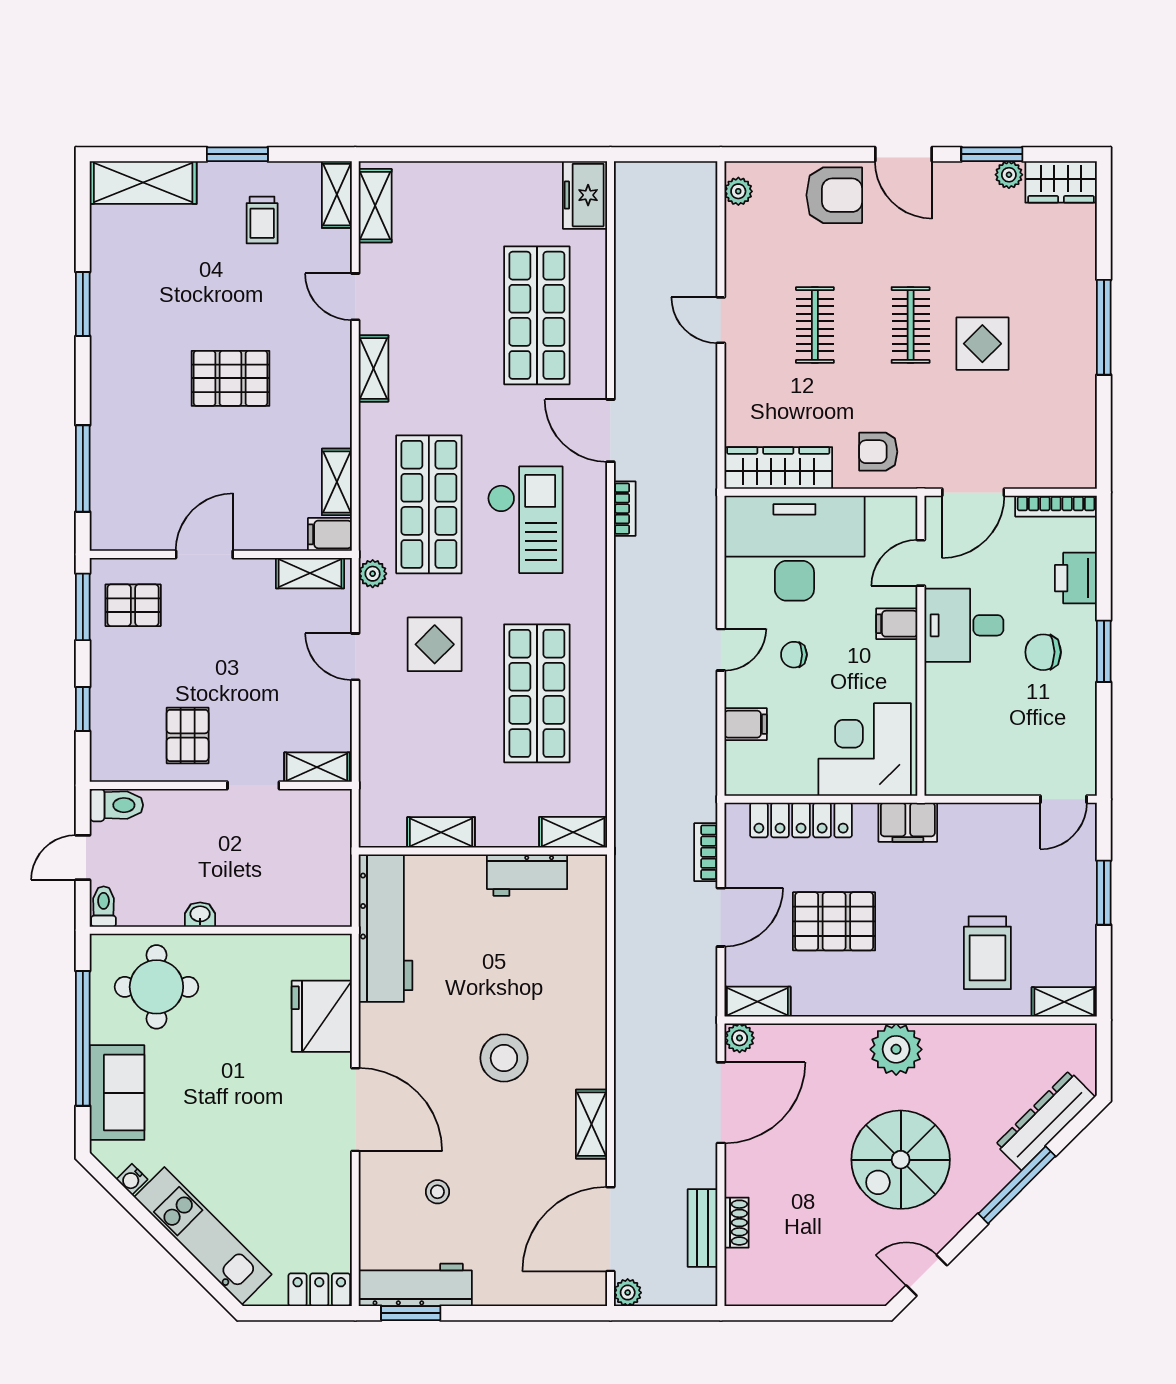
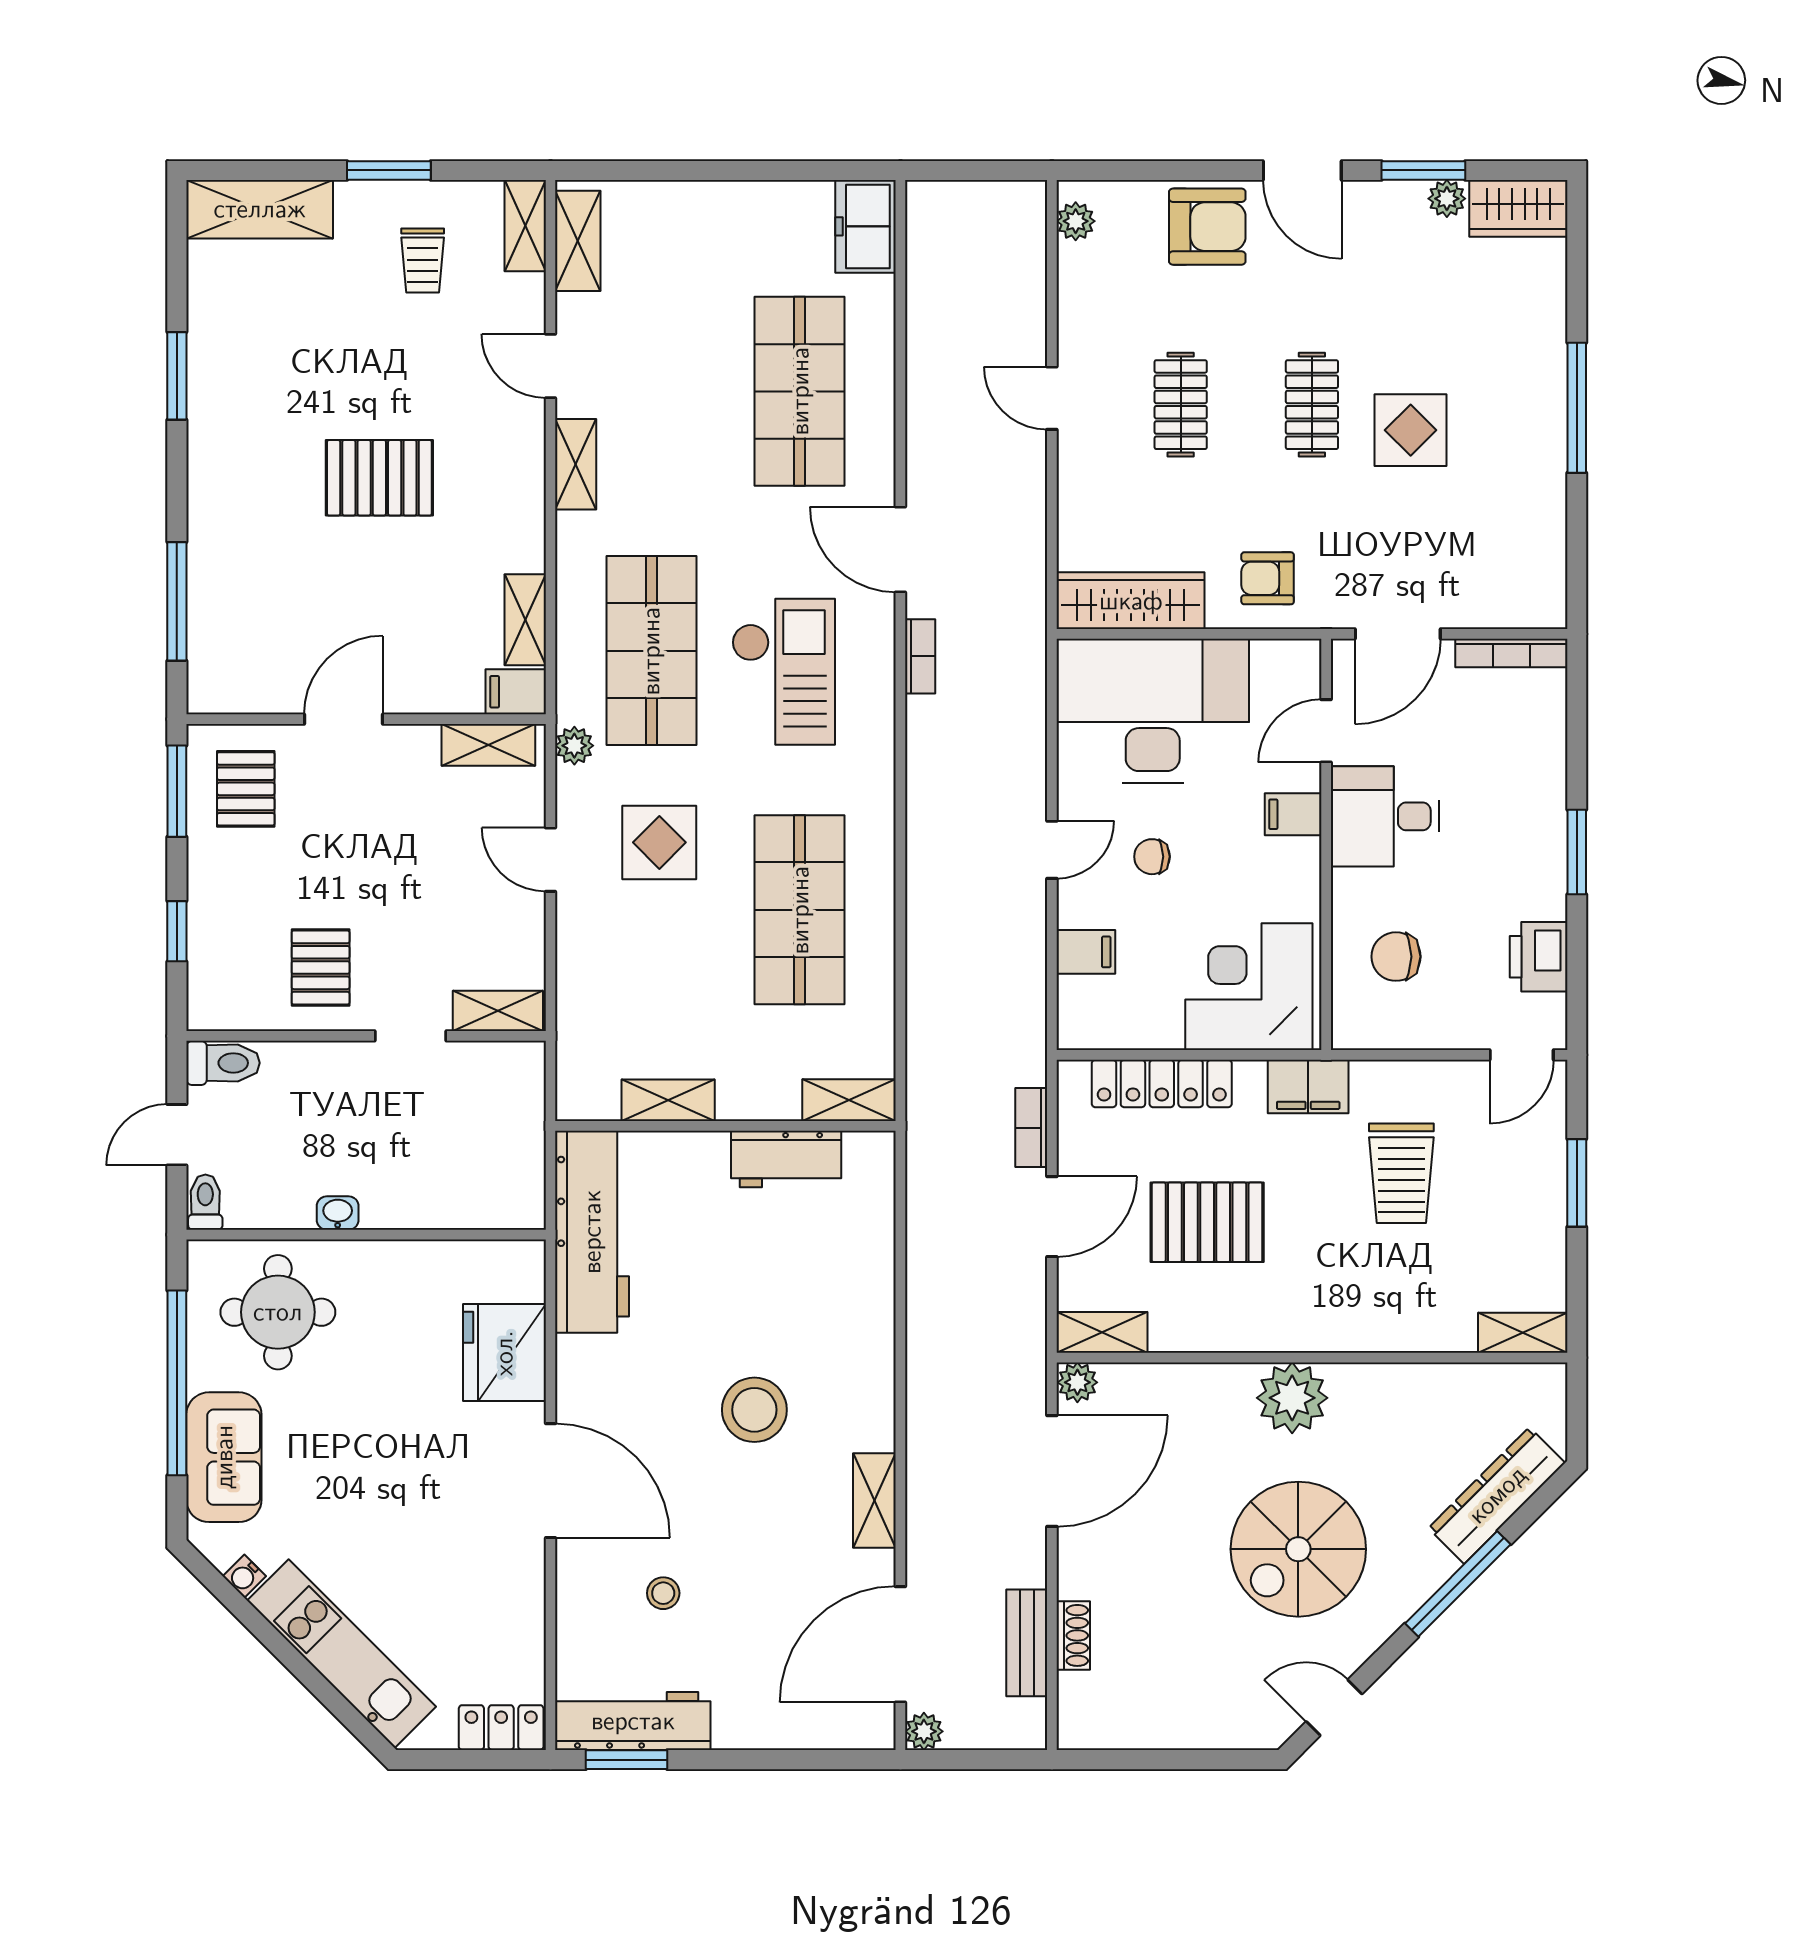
printer: (1076, 578) -> (1539, 957), moved
pallet: (133, 605) -> (246, 789), turned 90
chair: (1043, 652) -> (1396, 957), moved
trolley: (987, 953) -> (1401, 1173), moved

